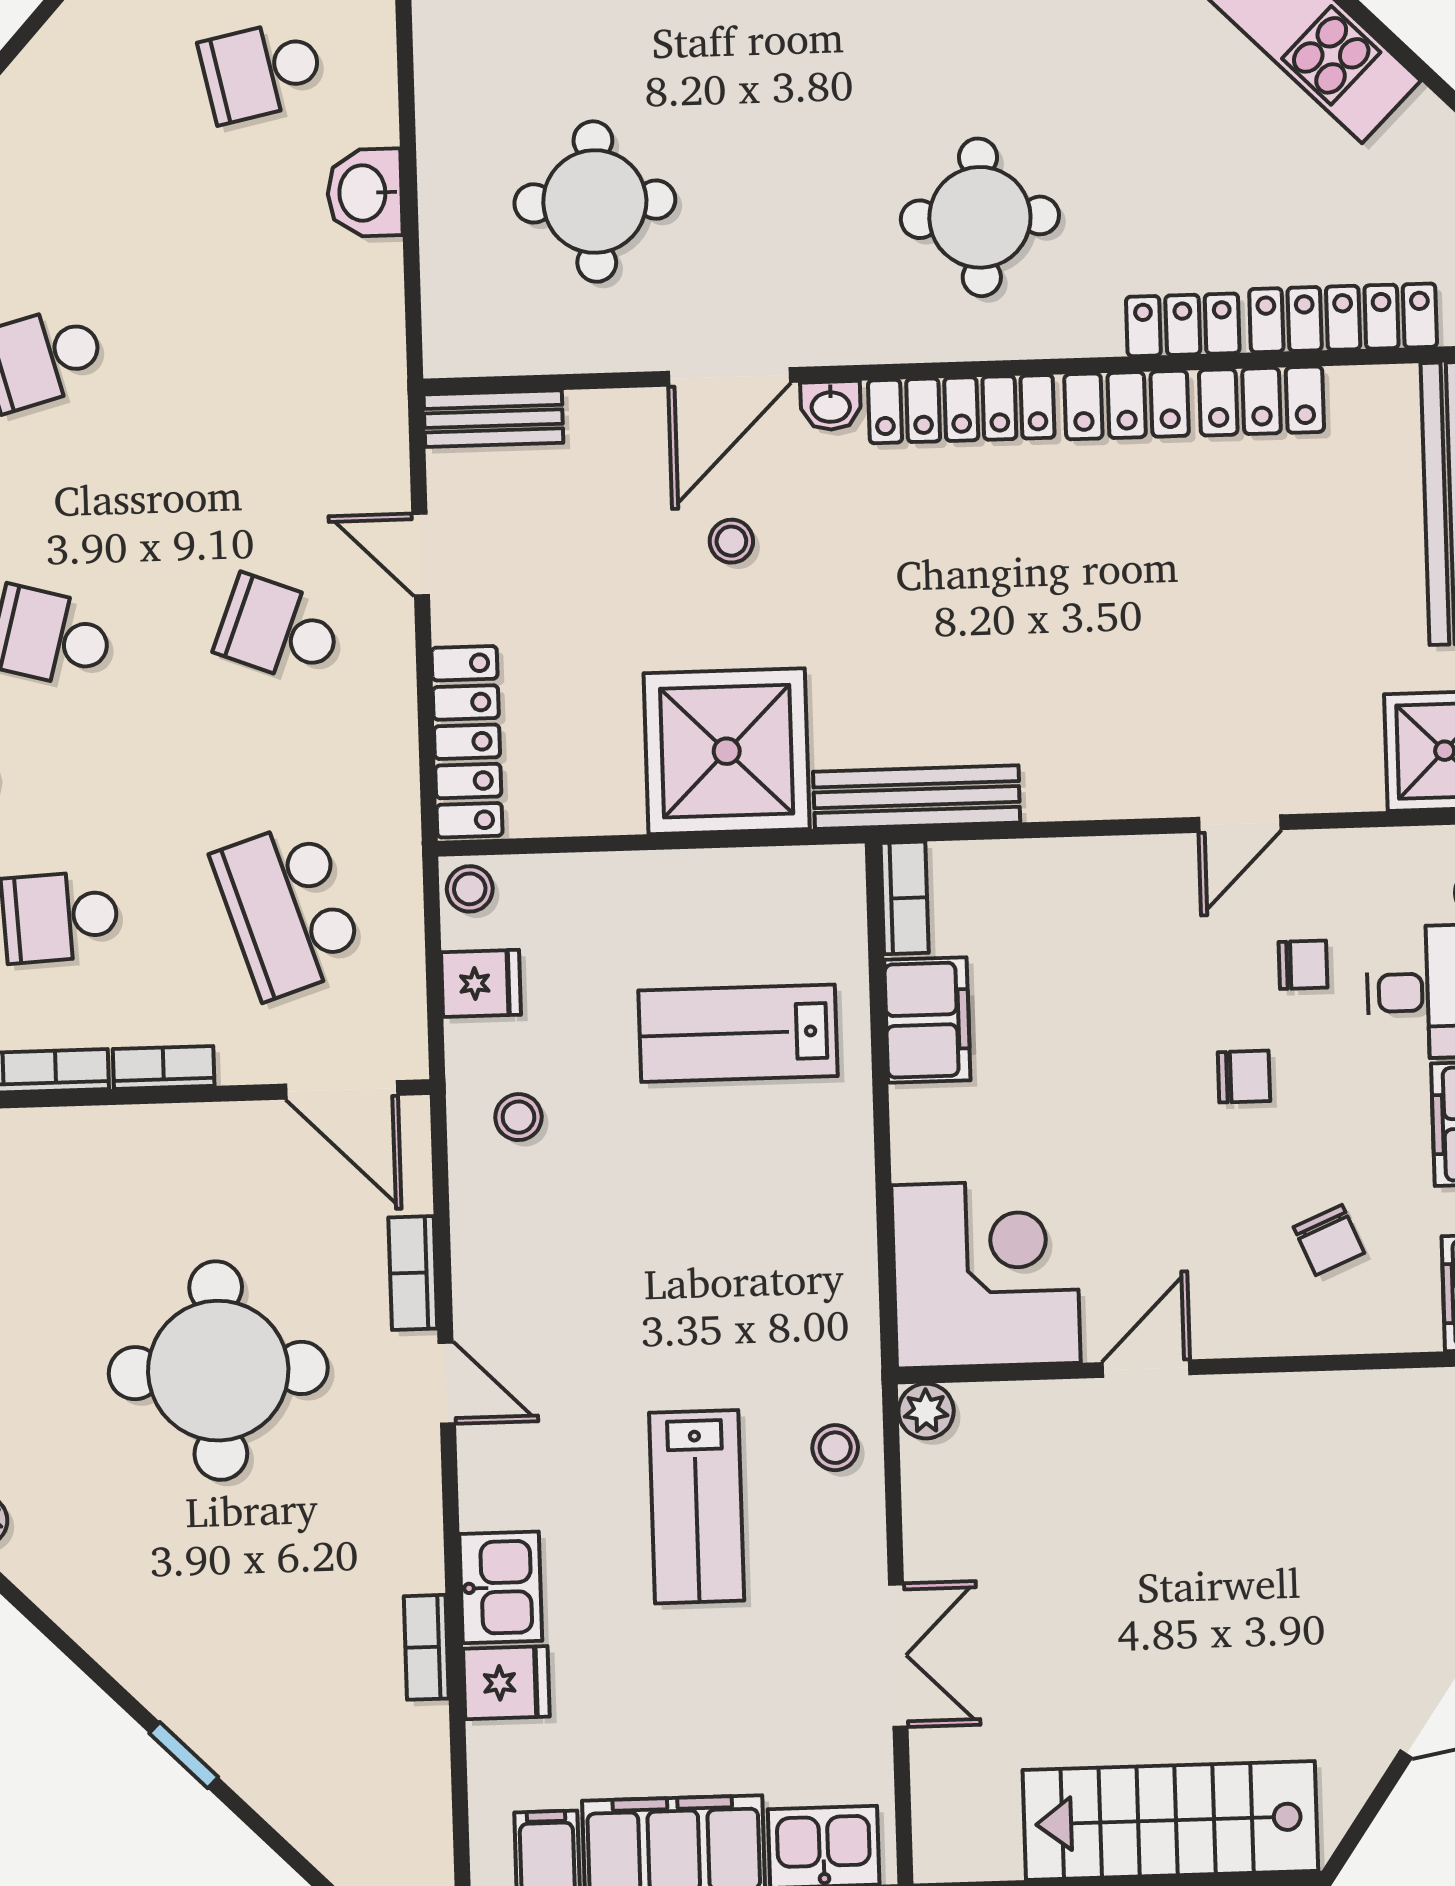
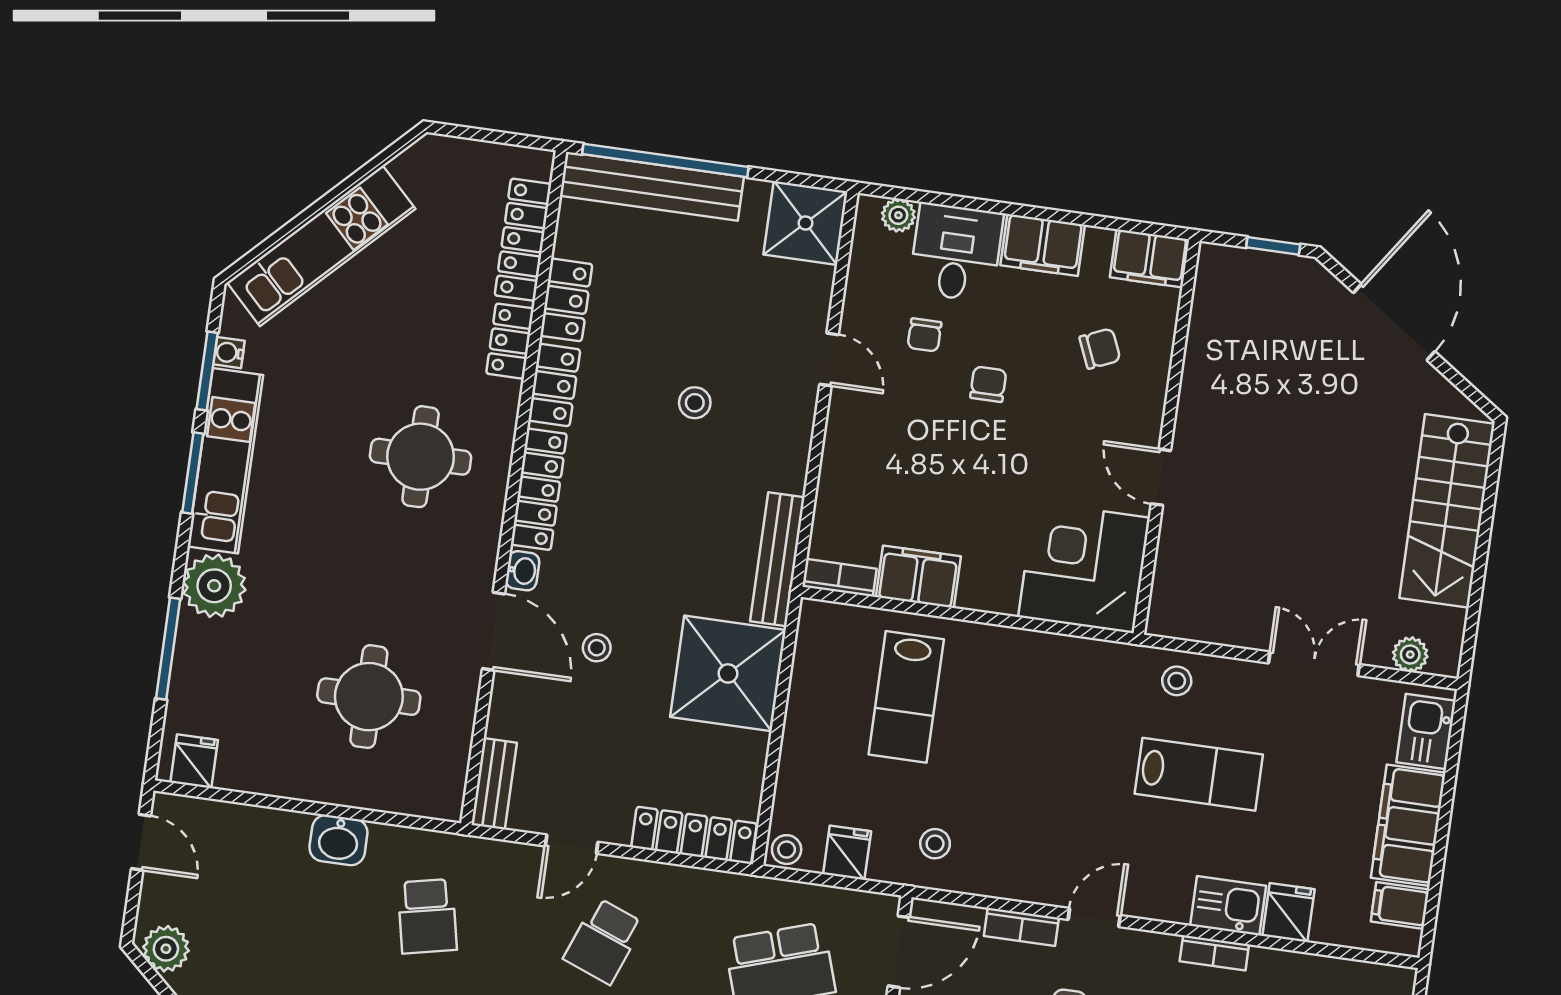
school desk: (262, 71) -> (427, 916), moved
stool: (1137, 627) -> (695, 403), added
chair: (1303, 965) -> (924, 335), turned 180
plant: (926, 1411) -> (1410, 655), moved
bookcase: (426, 1647) -> (1214, 953), moved

